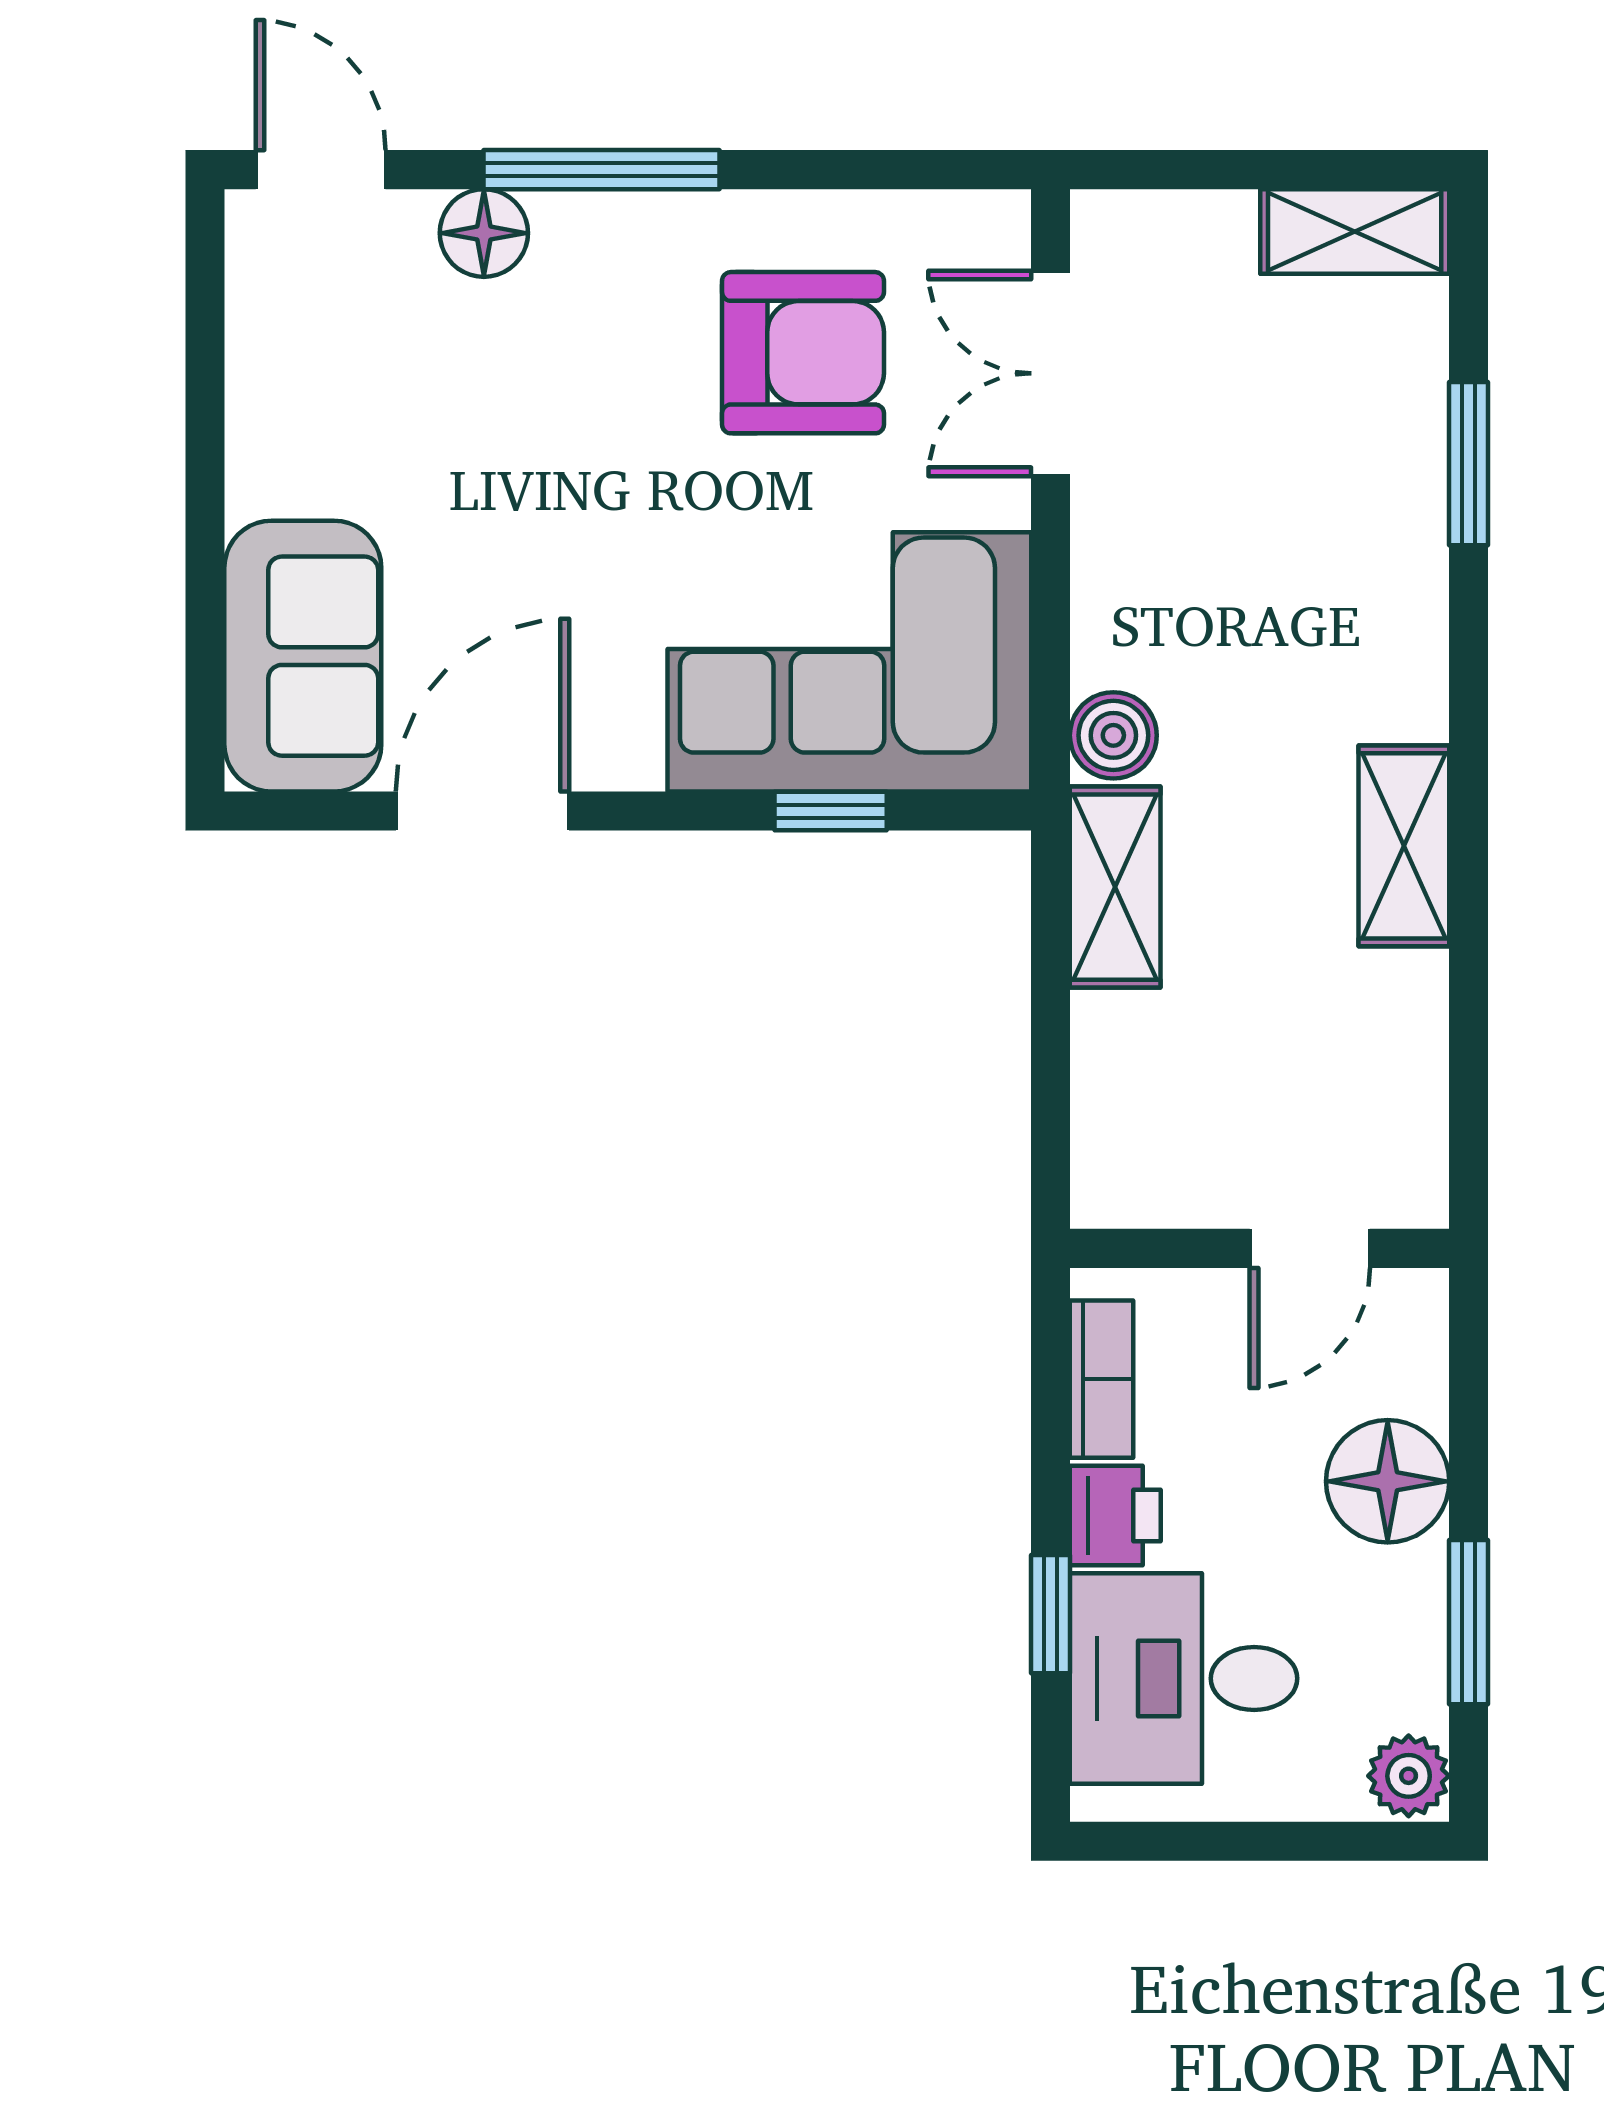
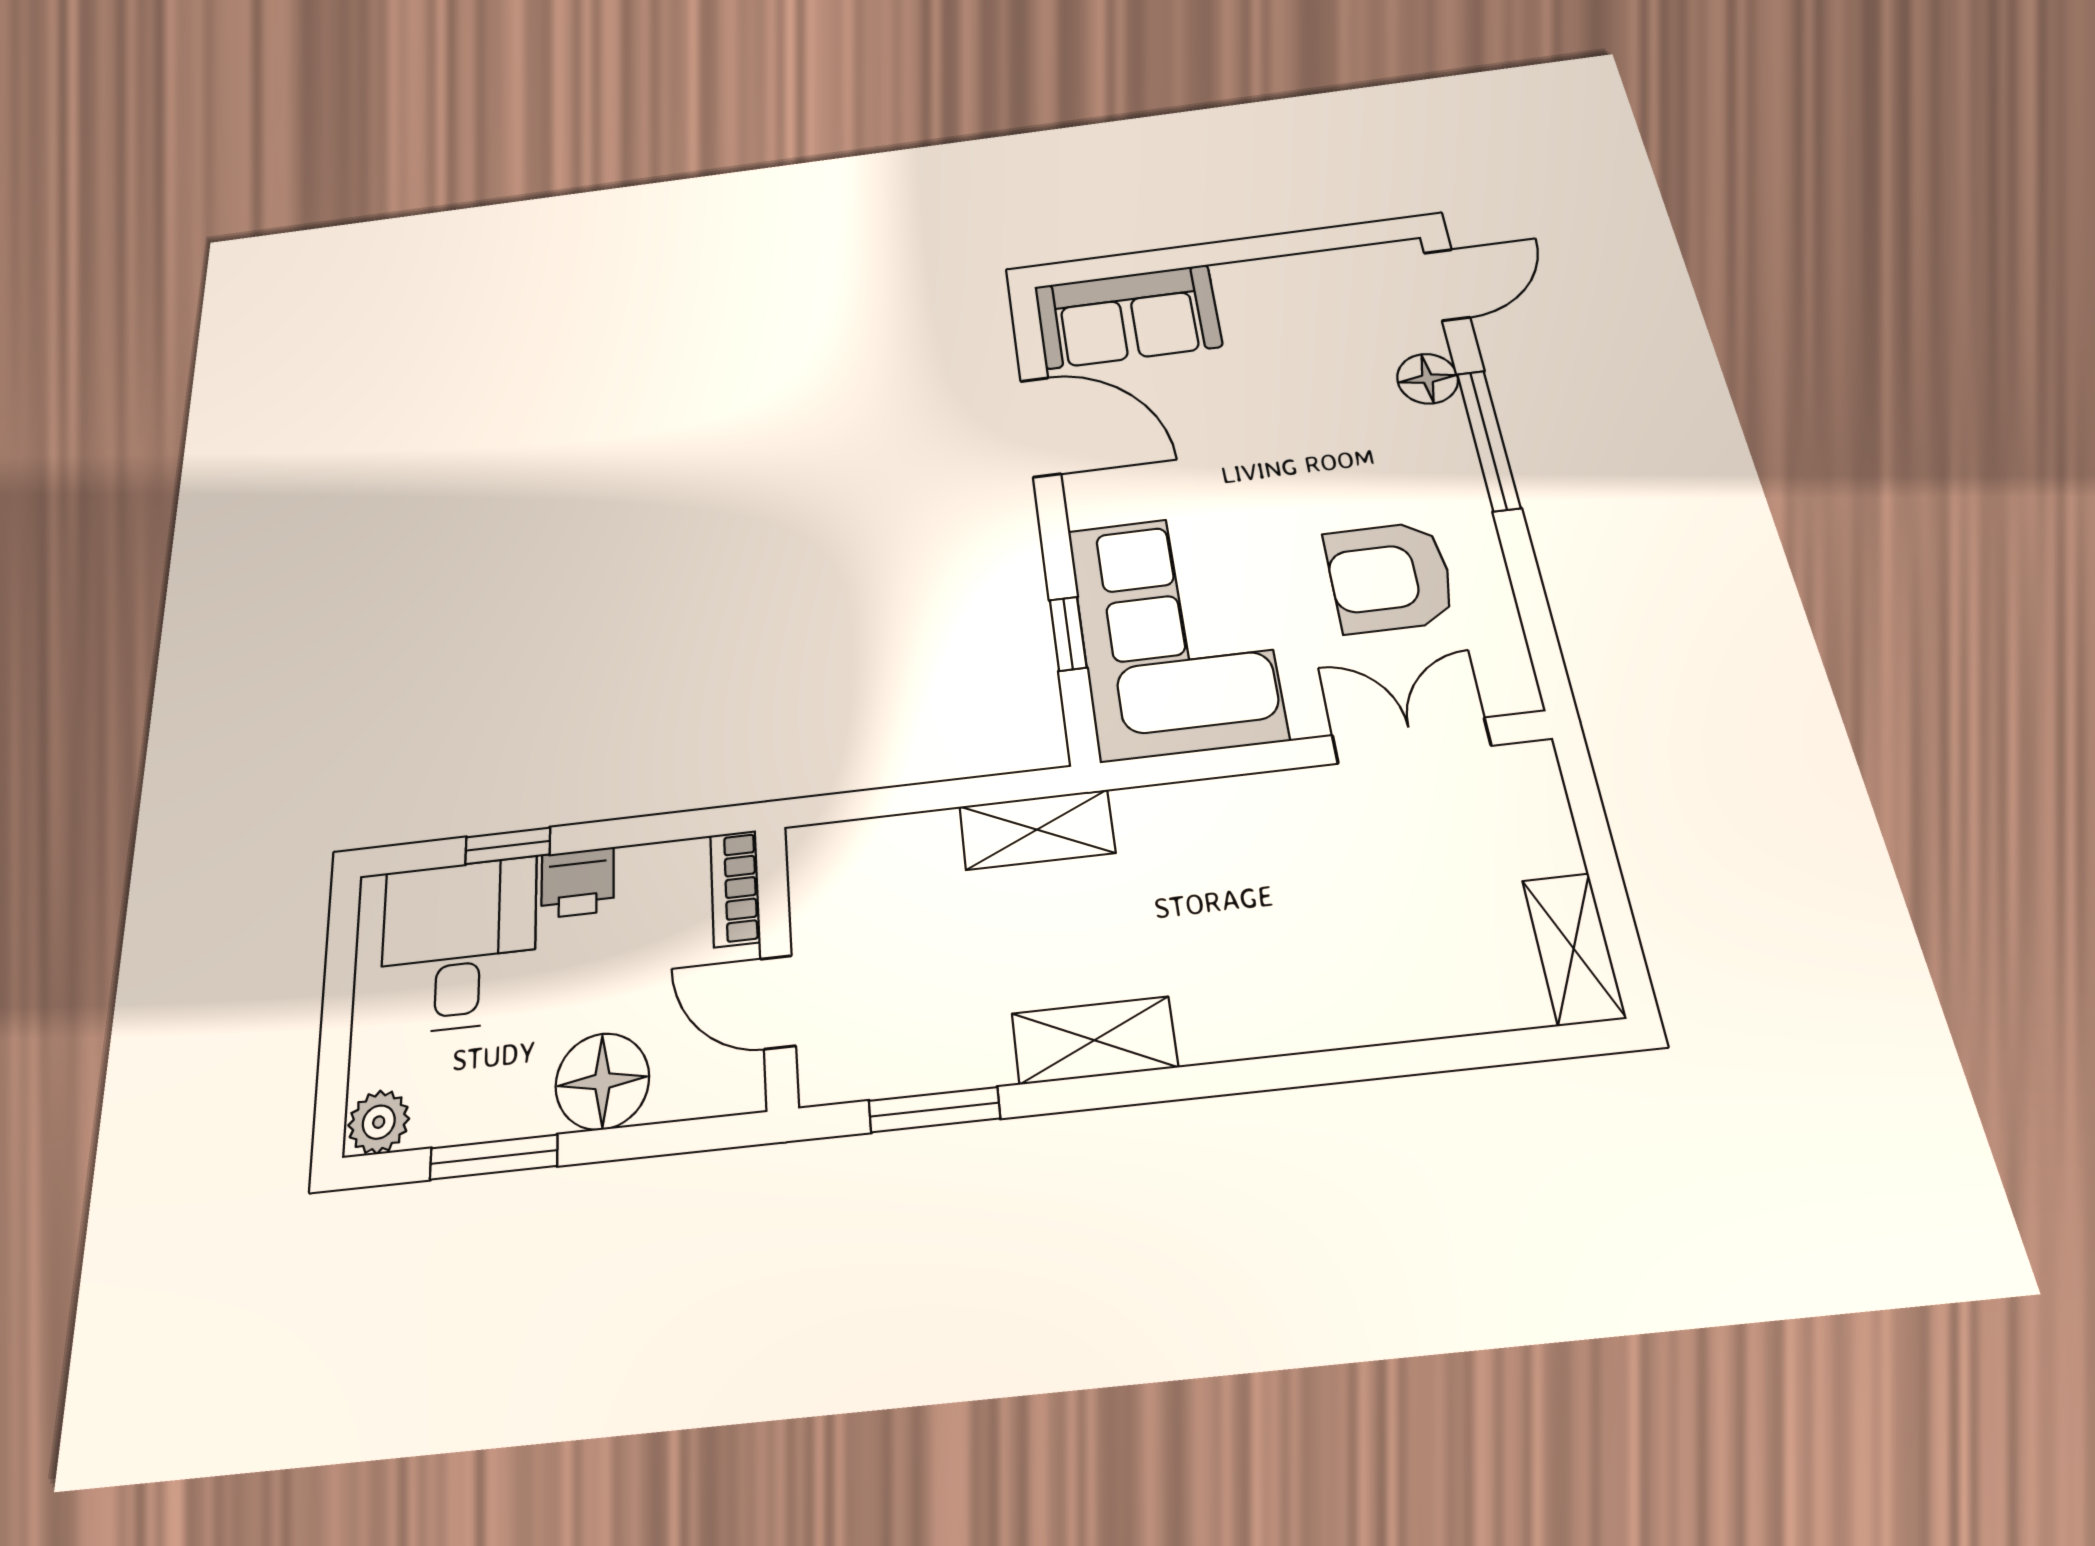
armchair: (803, 353) -> (1390, 577), turned 90
window: (1468, 464) -> (934, 1110), moved
boiler: (1113, 735) -> (1149, 815), removed
bookcase: (1102, 1379) -> (735, 888), moved, turned 90

